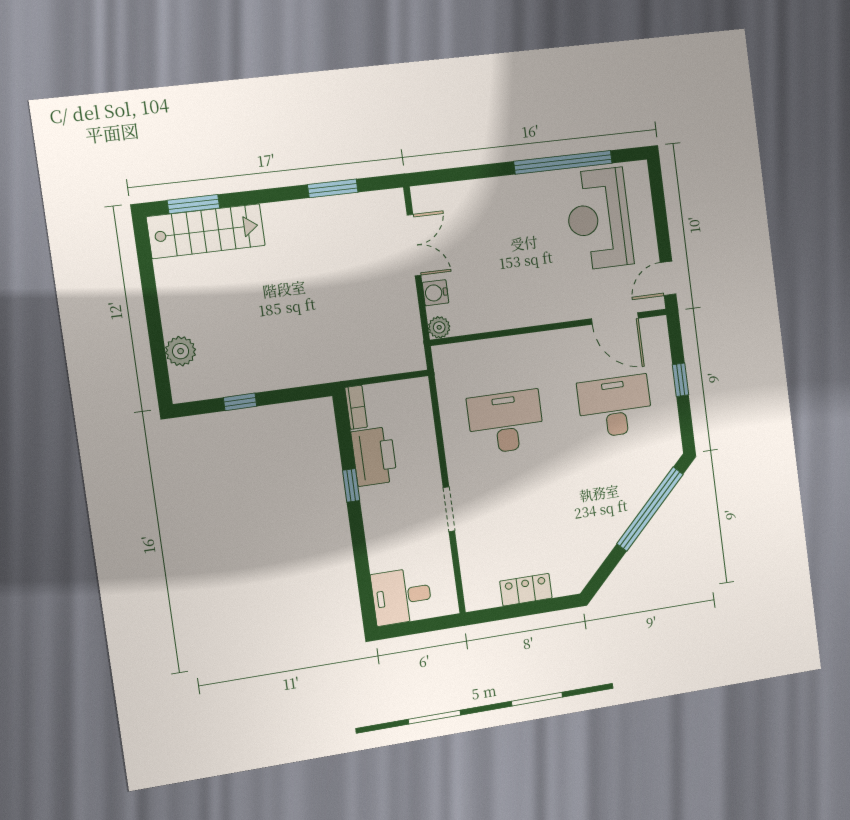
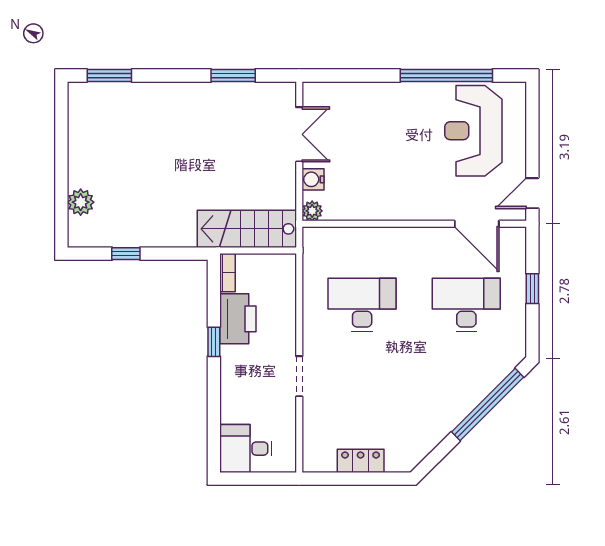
stairs: (206, 231) -> (247, 229), moved, turned 180

